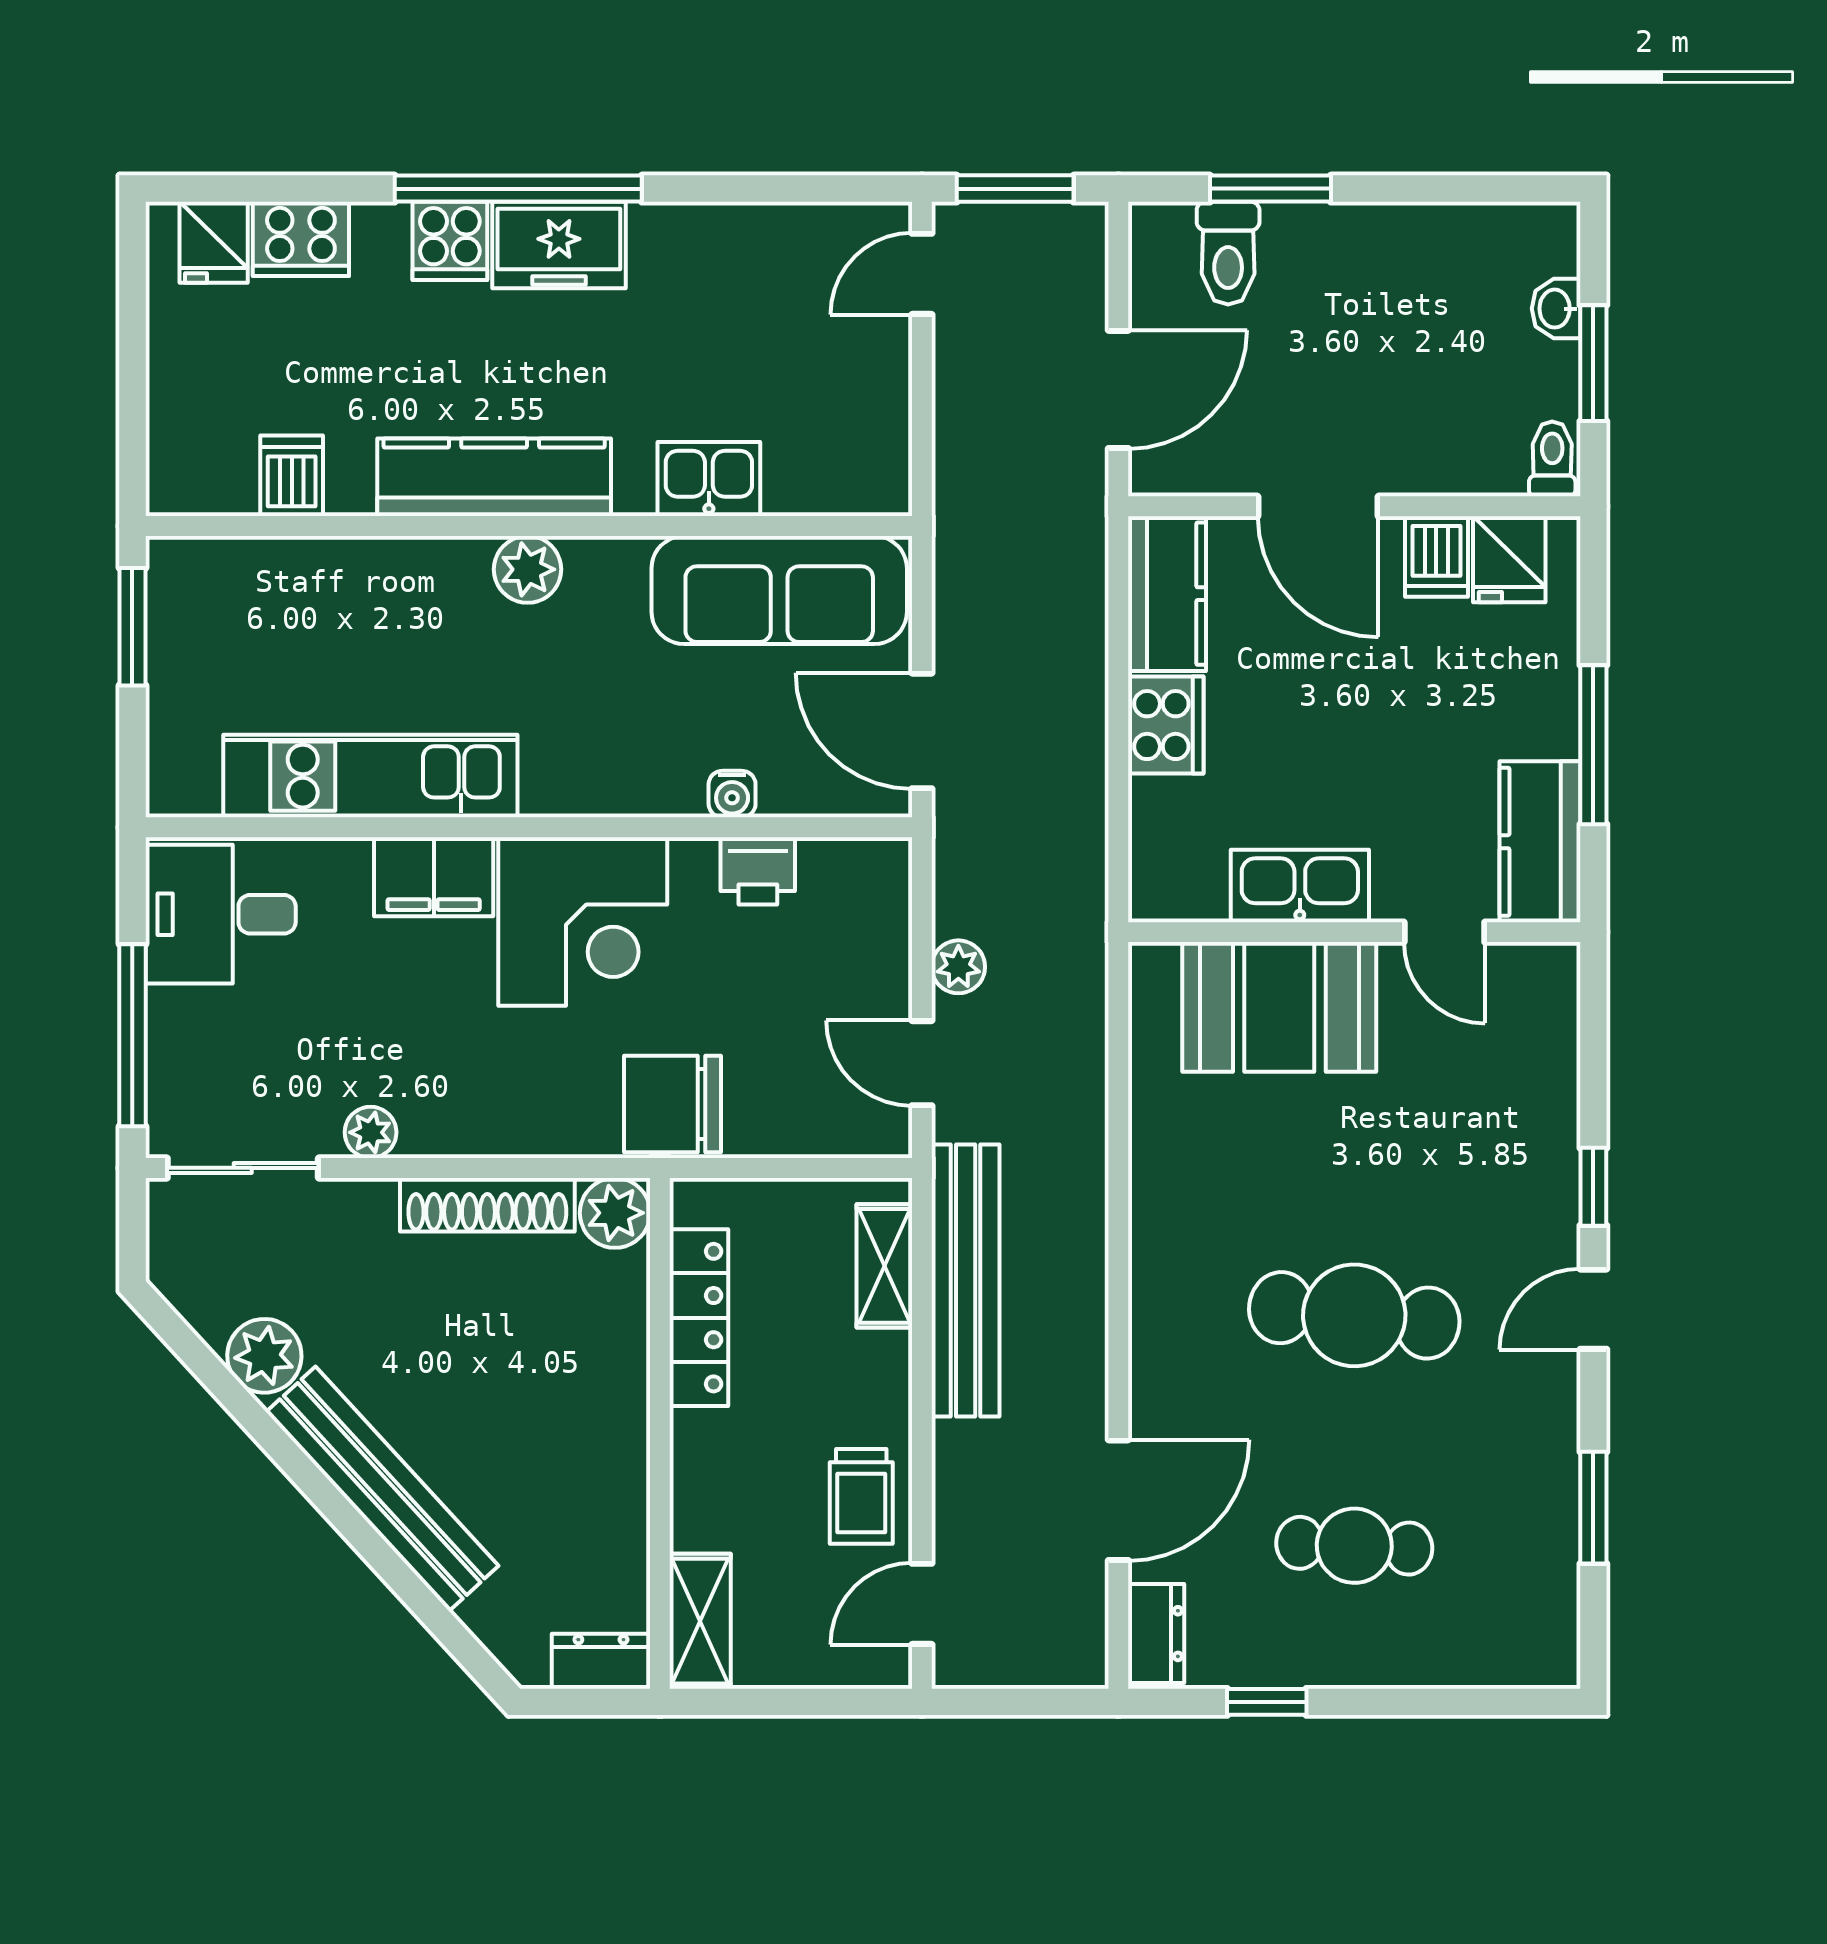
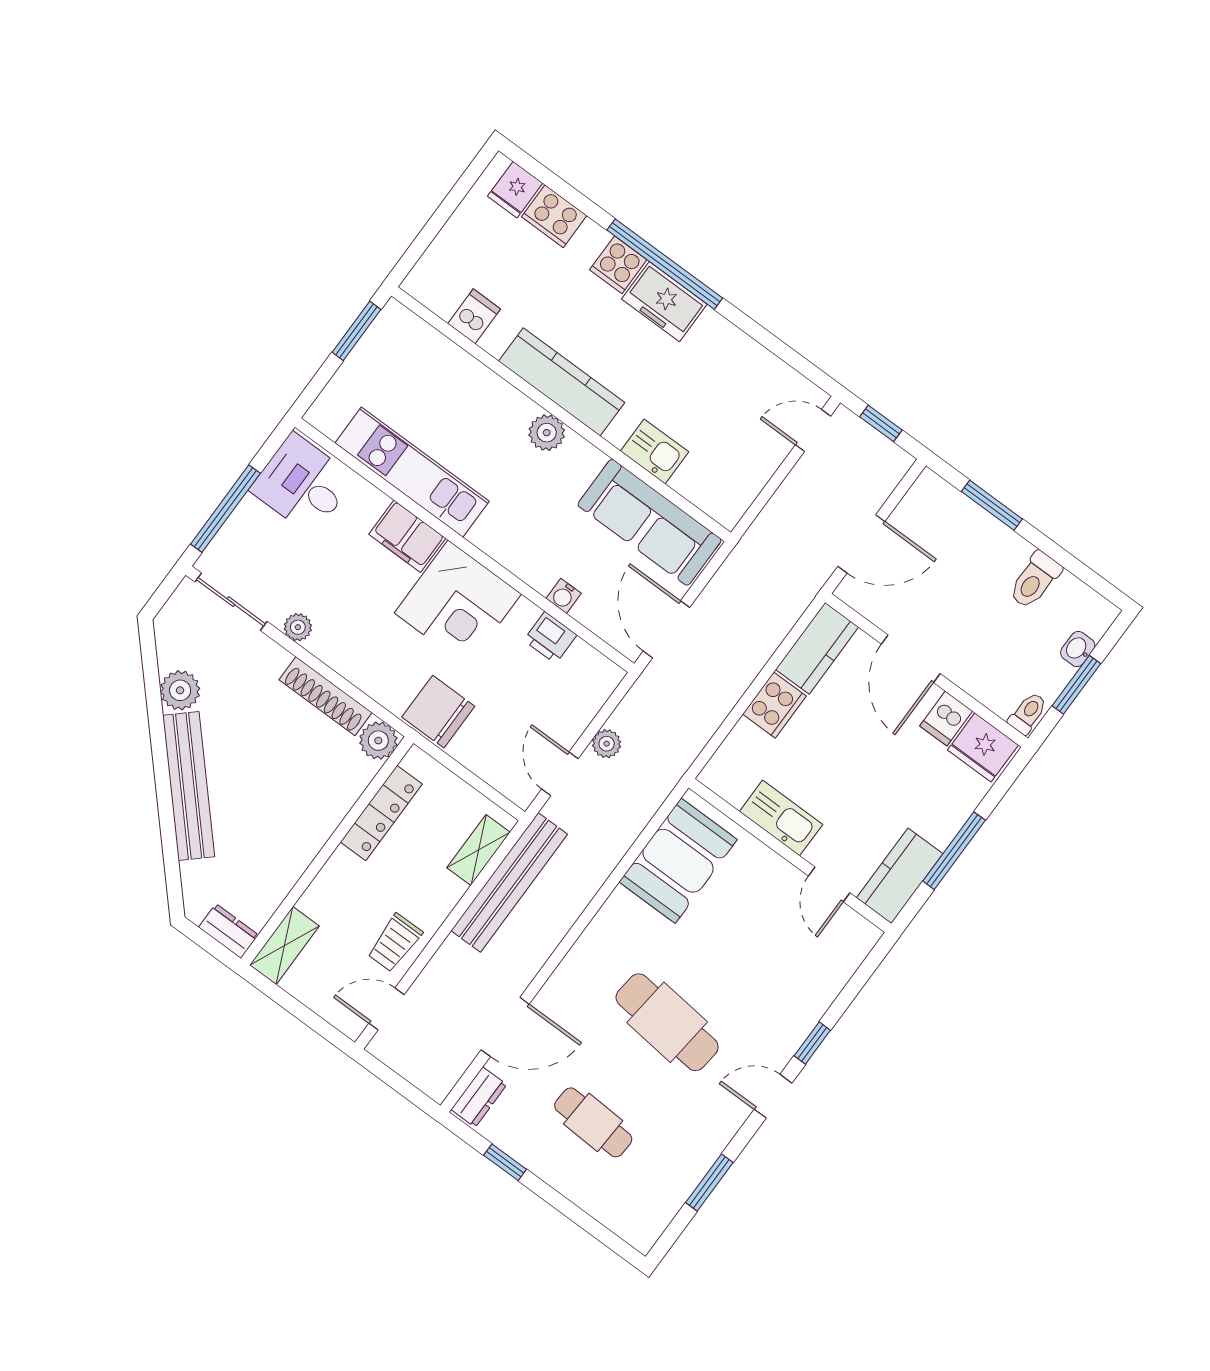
window: (1015, 189) -> (881, 423), width x0.67
toilet: (1228, 253) -> (1035, 580), moved
fridge: (1509, 559) -> (983, 747), width x1.38
booth: (1279, 1007) -> (678, 861), moved, turned 90

